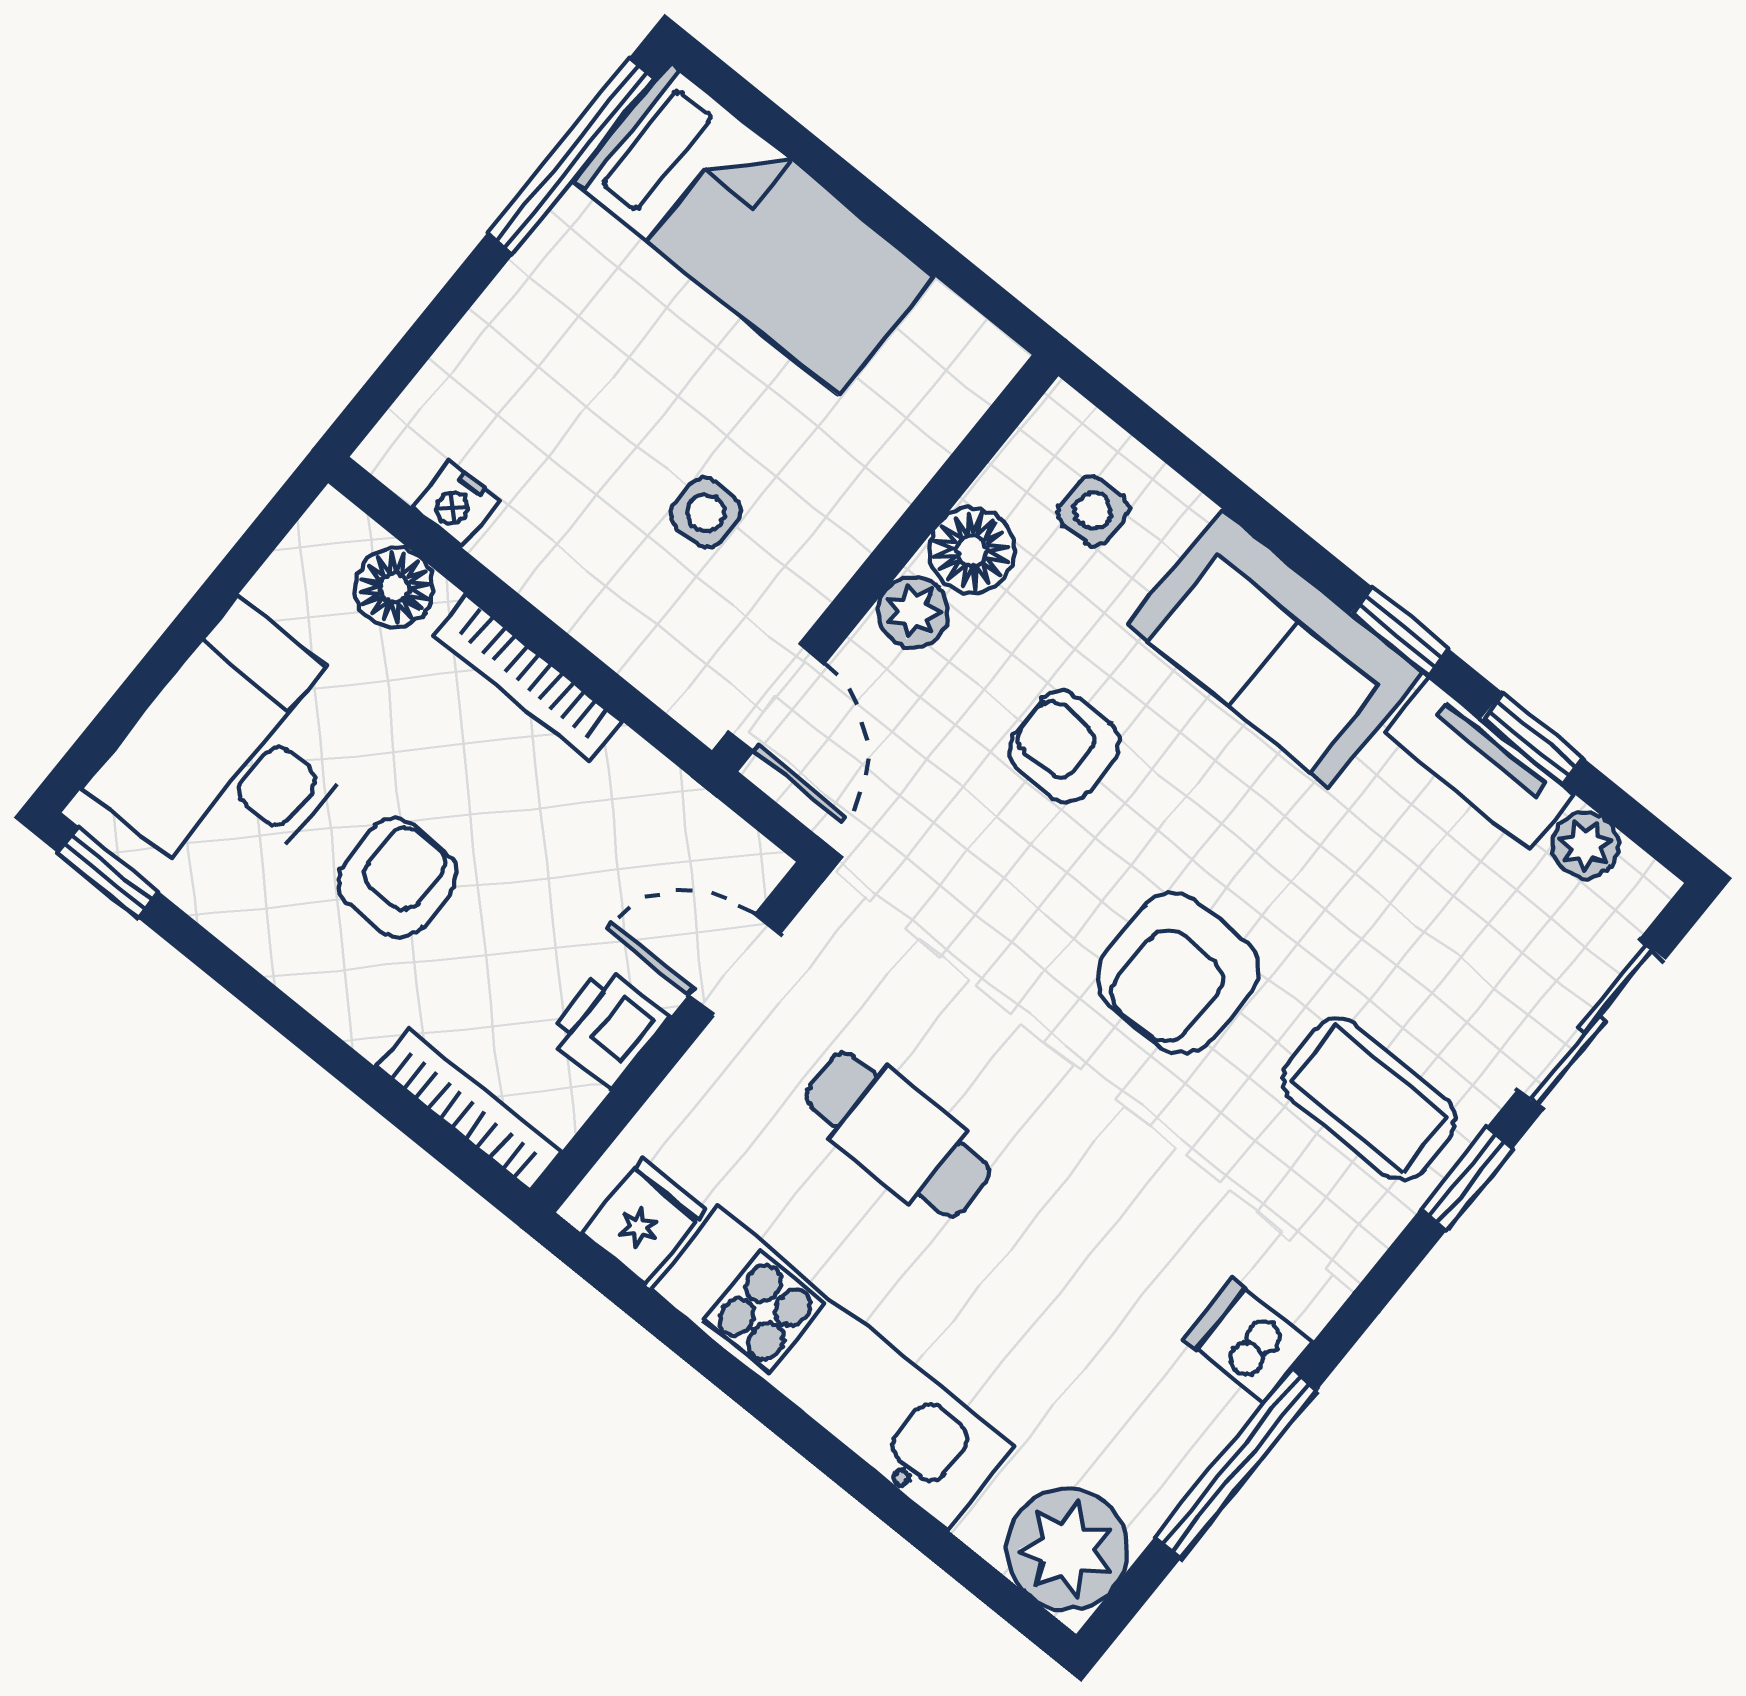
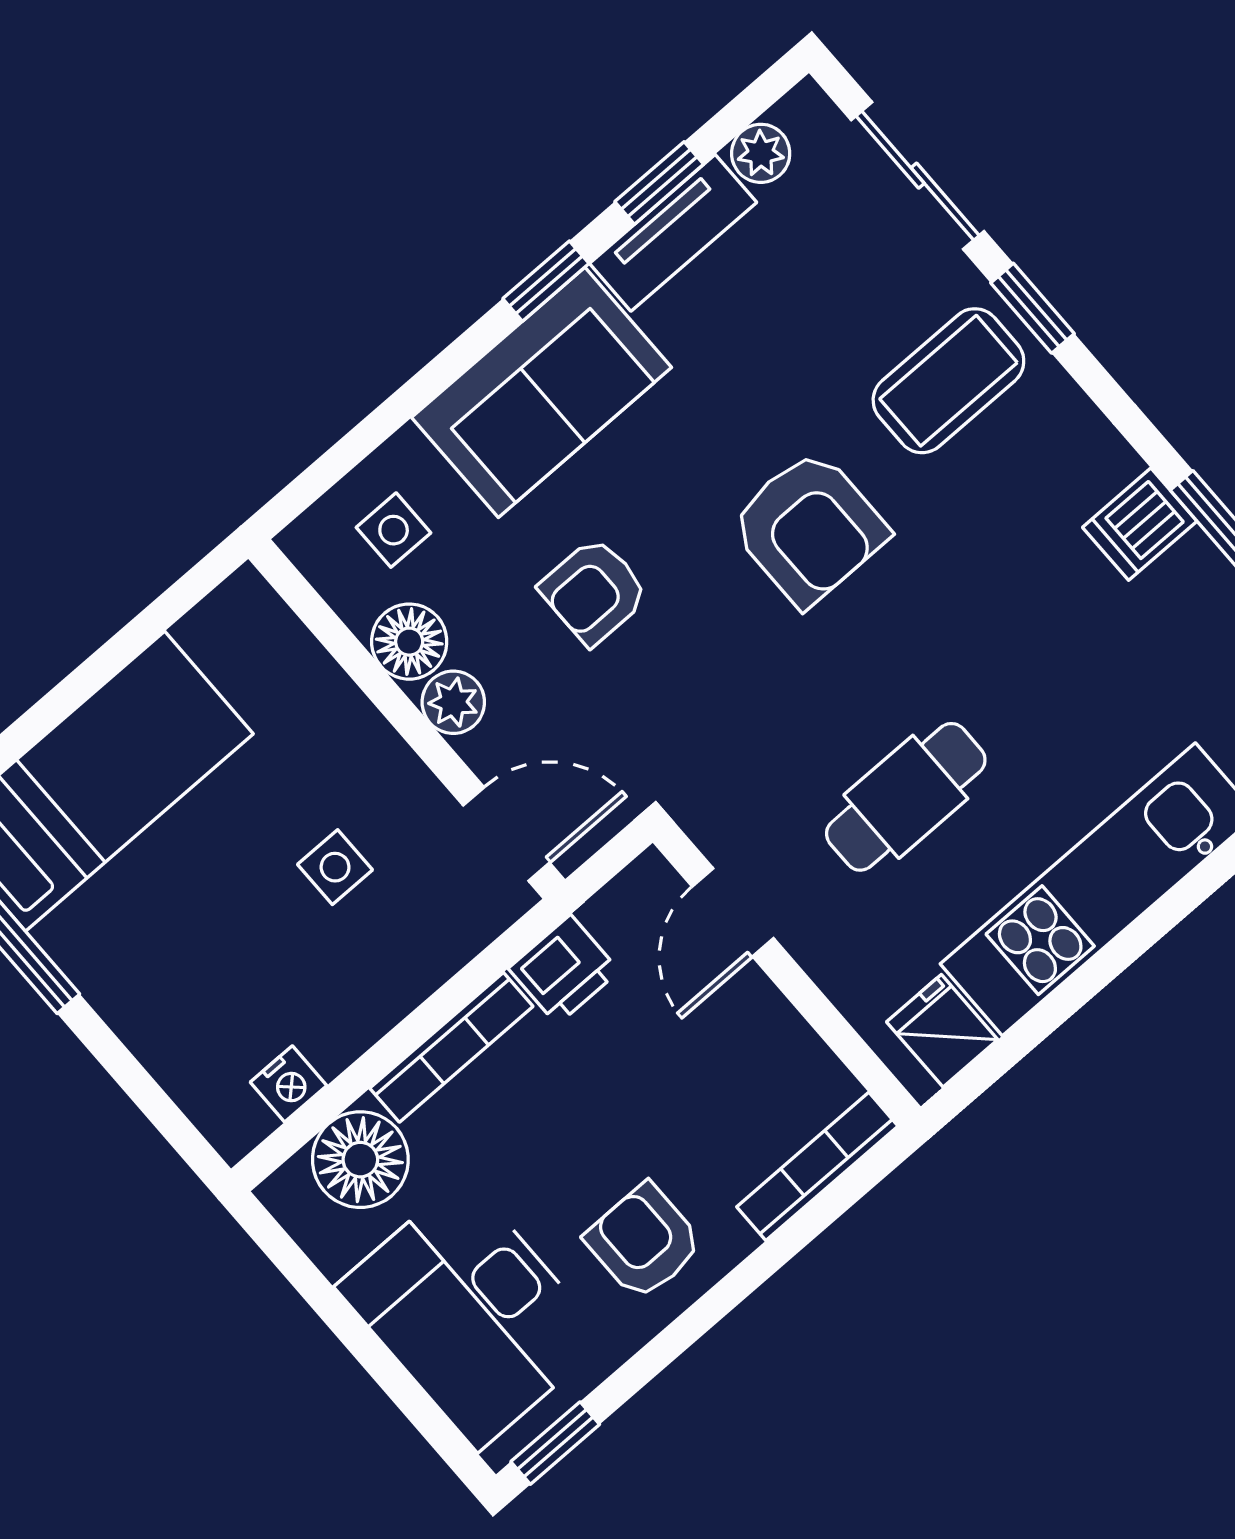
floor lamp: (395, 588) -> (360, 1160), width x1.38, depth x1.38
armchair: (397, 878) -> (644, 1242), moved
printer: (607, 1027) -> (564, 970), moved, turned -90

